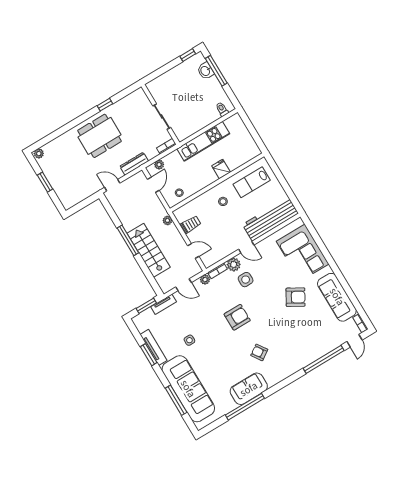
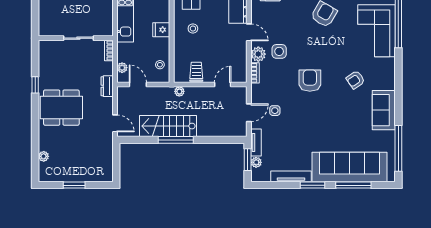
dining table: (100, 136) -> (61, 108), turned 90
plant: (39, 153) -> (44, 156), moved
dresser: (134, 164) -> (107, 86), width x0.70
fridge: (221, 169) -> (161, 30), moved
door: (112, 185) -> (115, 123), swing flipped
door: (246, 247) -> (249, 32), hinge flipped
stairs: (149, 250) -> (168, 126), moved
plant: (205, 280) -> (256, 162), moved
side table: (189, 340) -> (275, 111), moved
corner sofa: (307, 346) -> (377, 31), added
window: (149, 355) -> (313, 185), moved
window: (245, 407) -> (398, 148), moved

